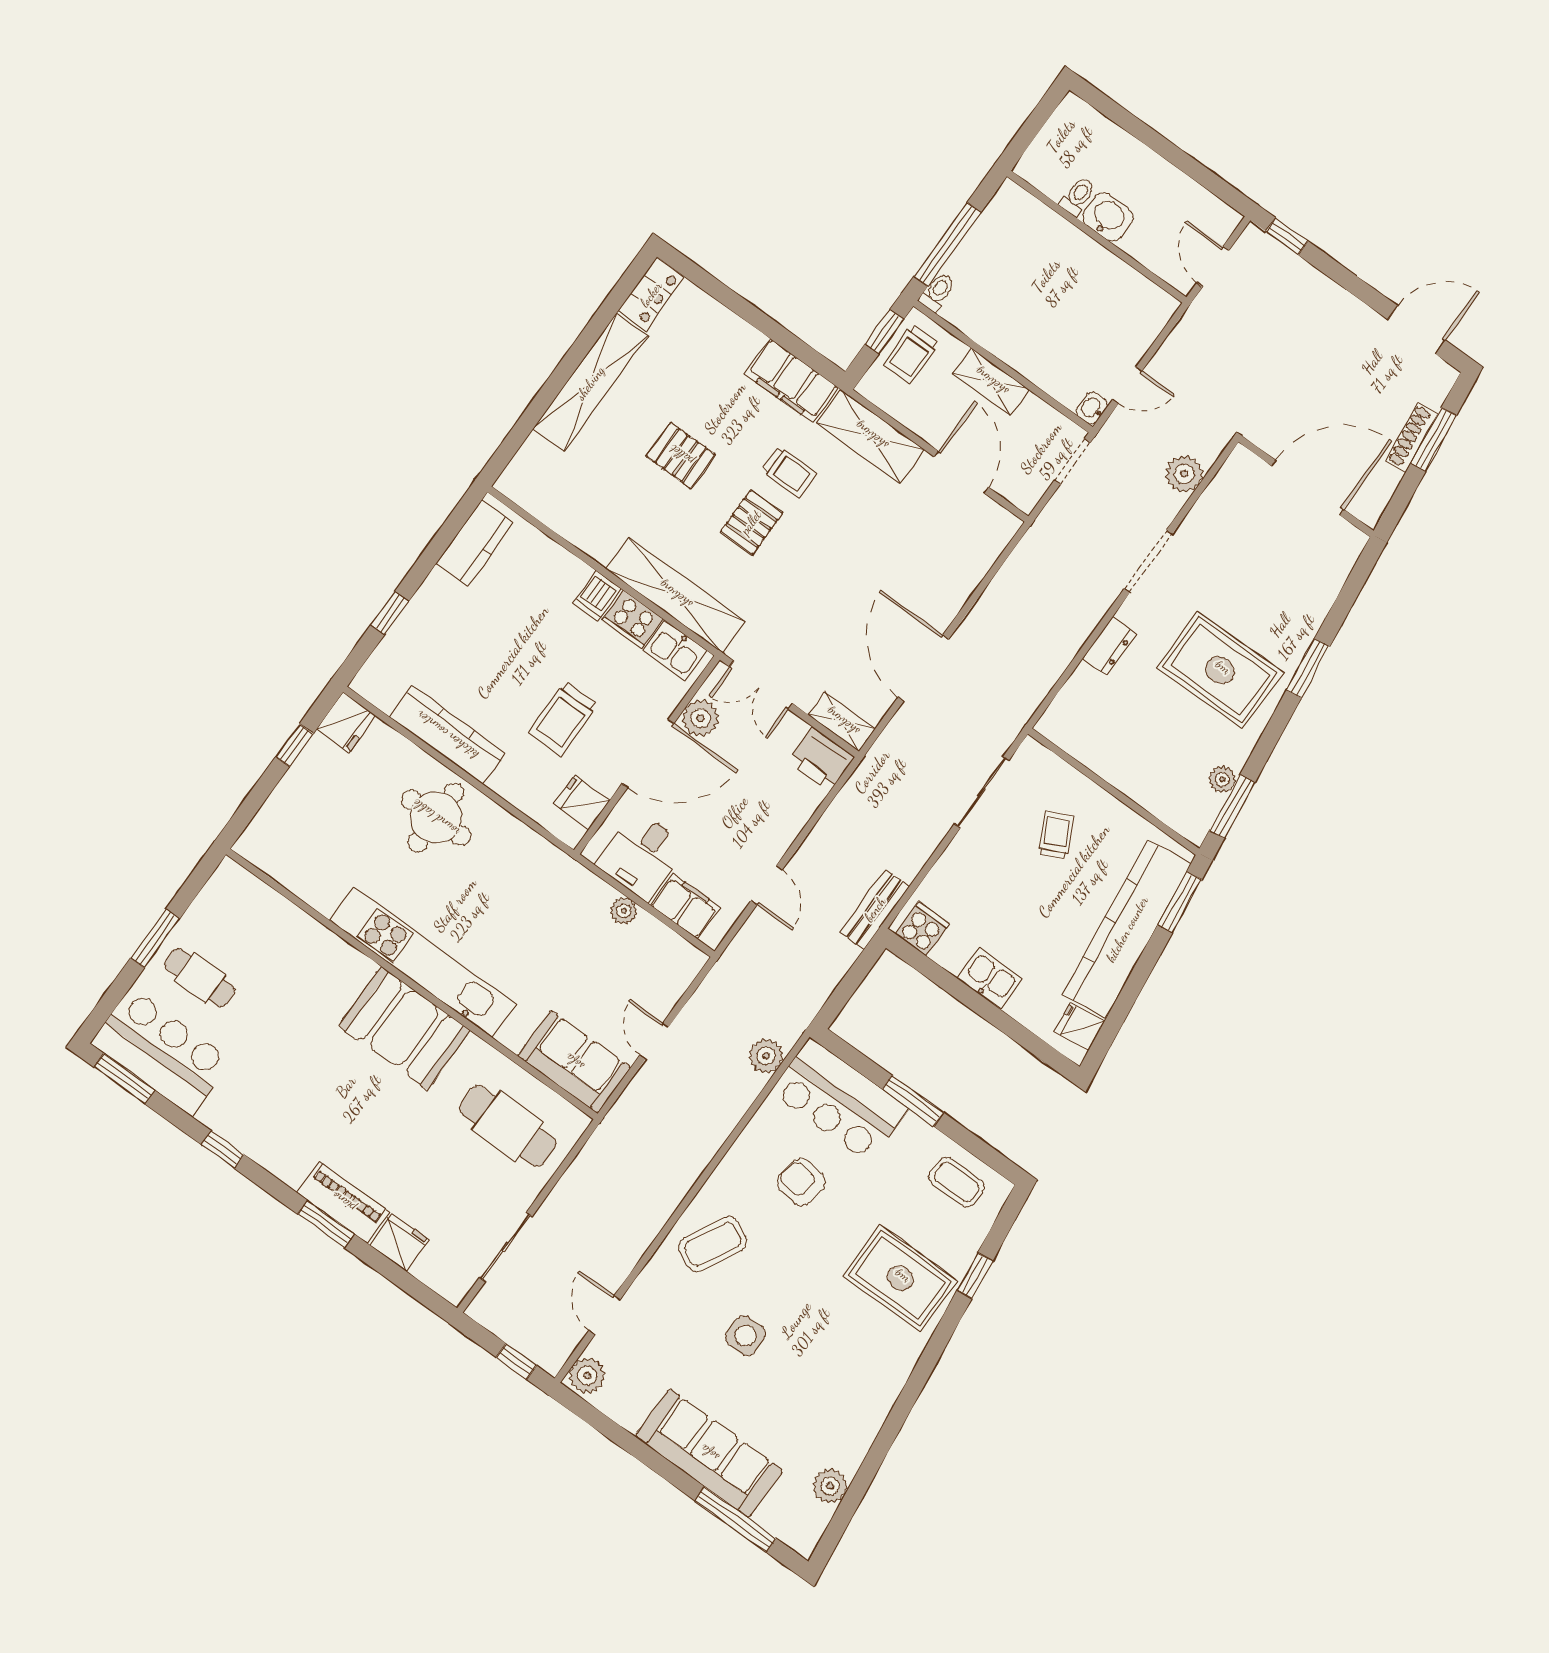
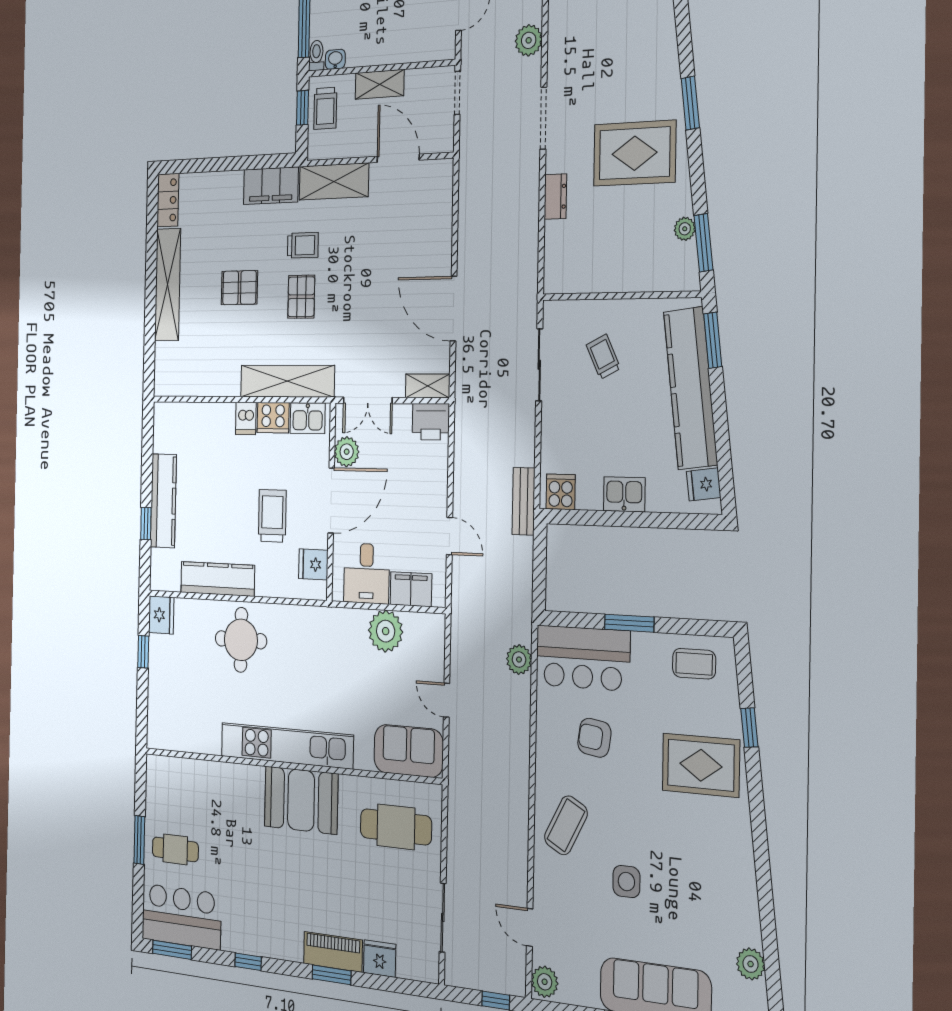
washbasin: (1092, 408) -> (335, 59), moved, turned 90
kitchen counter: (474, 543) -> (163, 501), moved, width x1.50
trolley: (563, 719) -> (272, 516), turned 180
plant: (624, 911) -> (386, 631), width x1.88, depth x1.88

